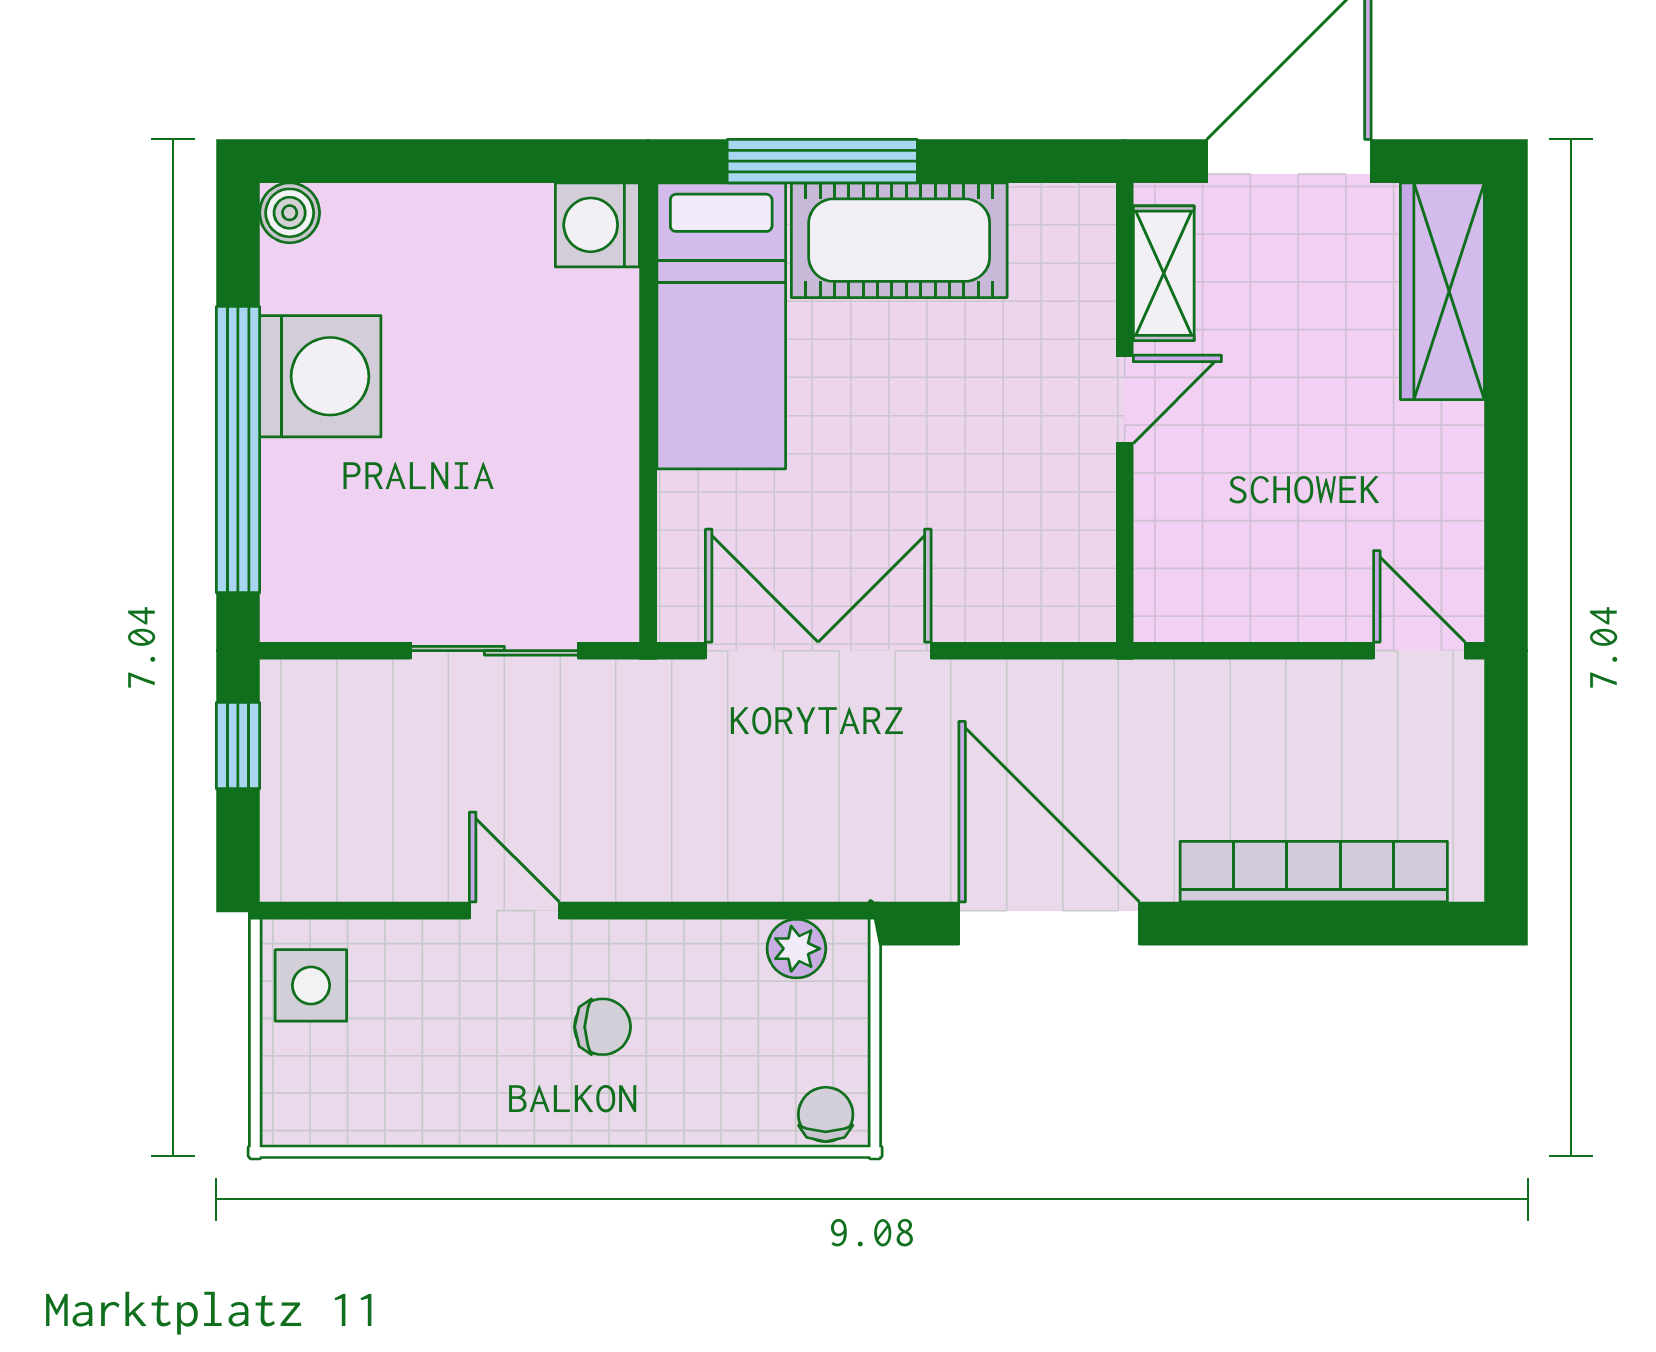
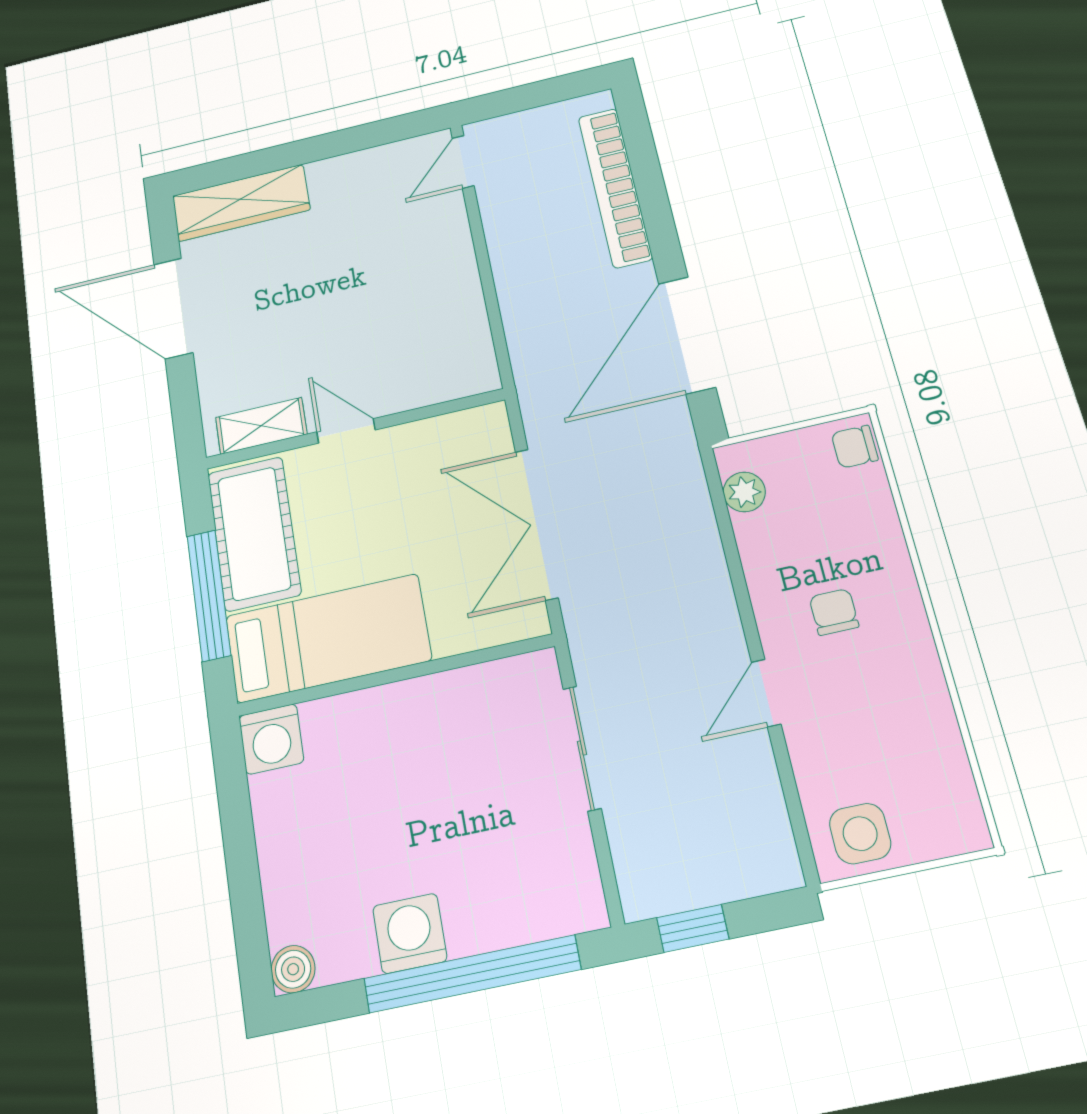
shelving: (1164, 273) -> (261, 426), moved
washing machine: (320, 376) -> (410, 933), width x0.73, depth x0.73
door: (1125, 399) -> (346, 431), moved
wall: (1125, 412) -> (354, 429), moved

